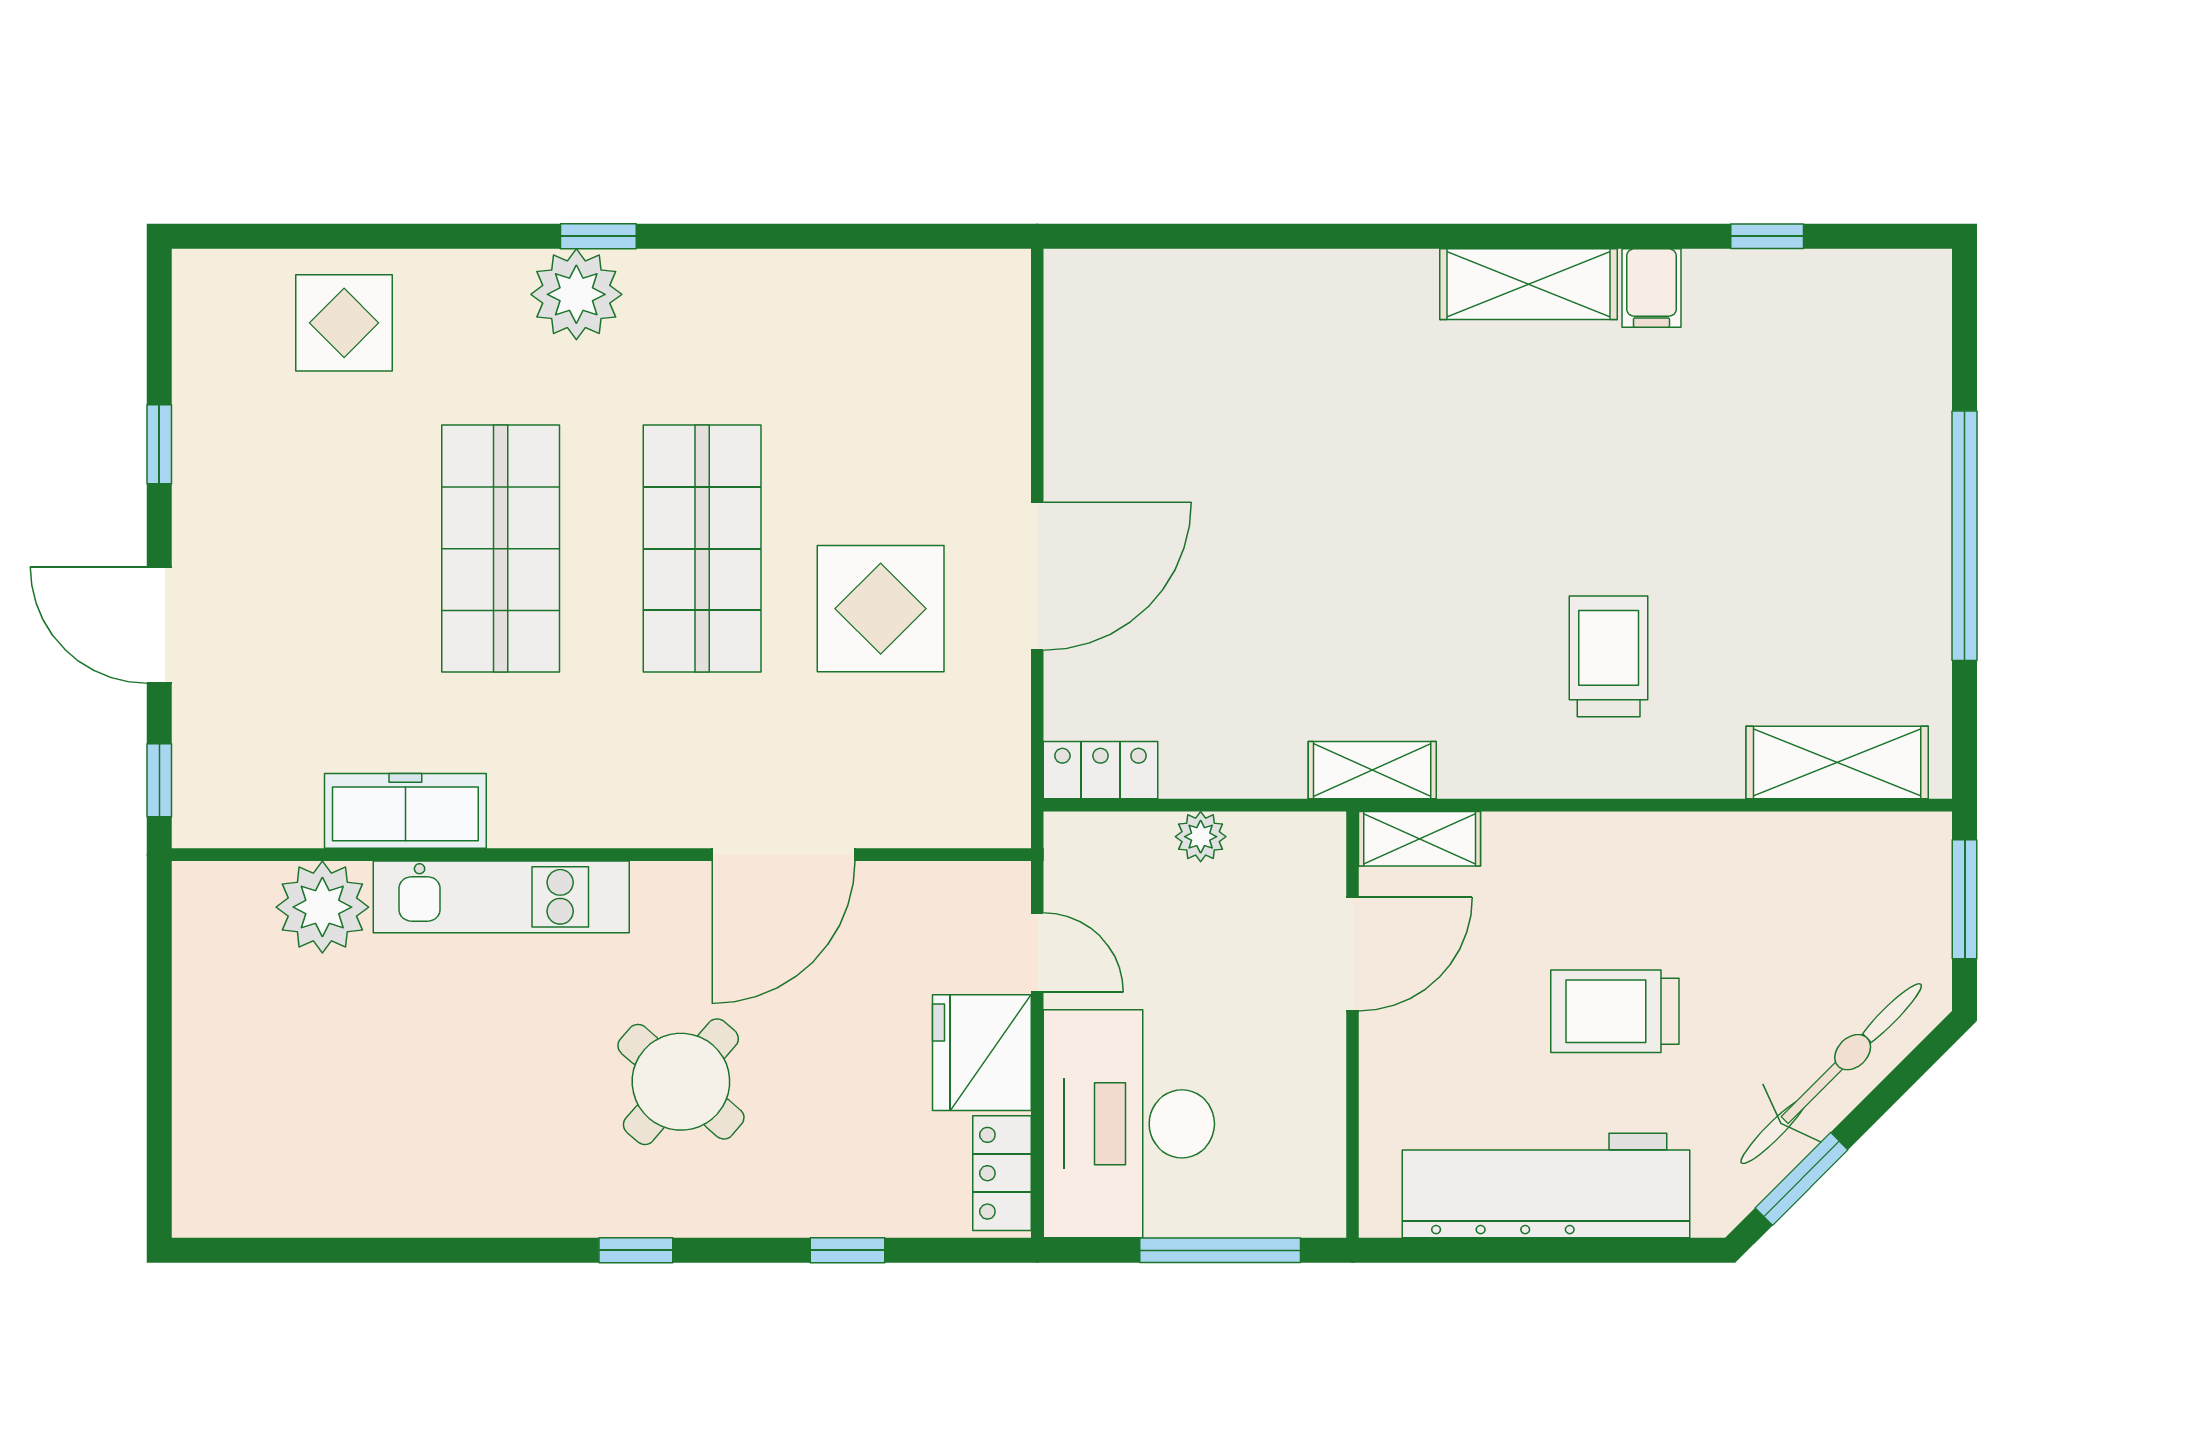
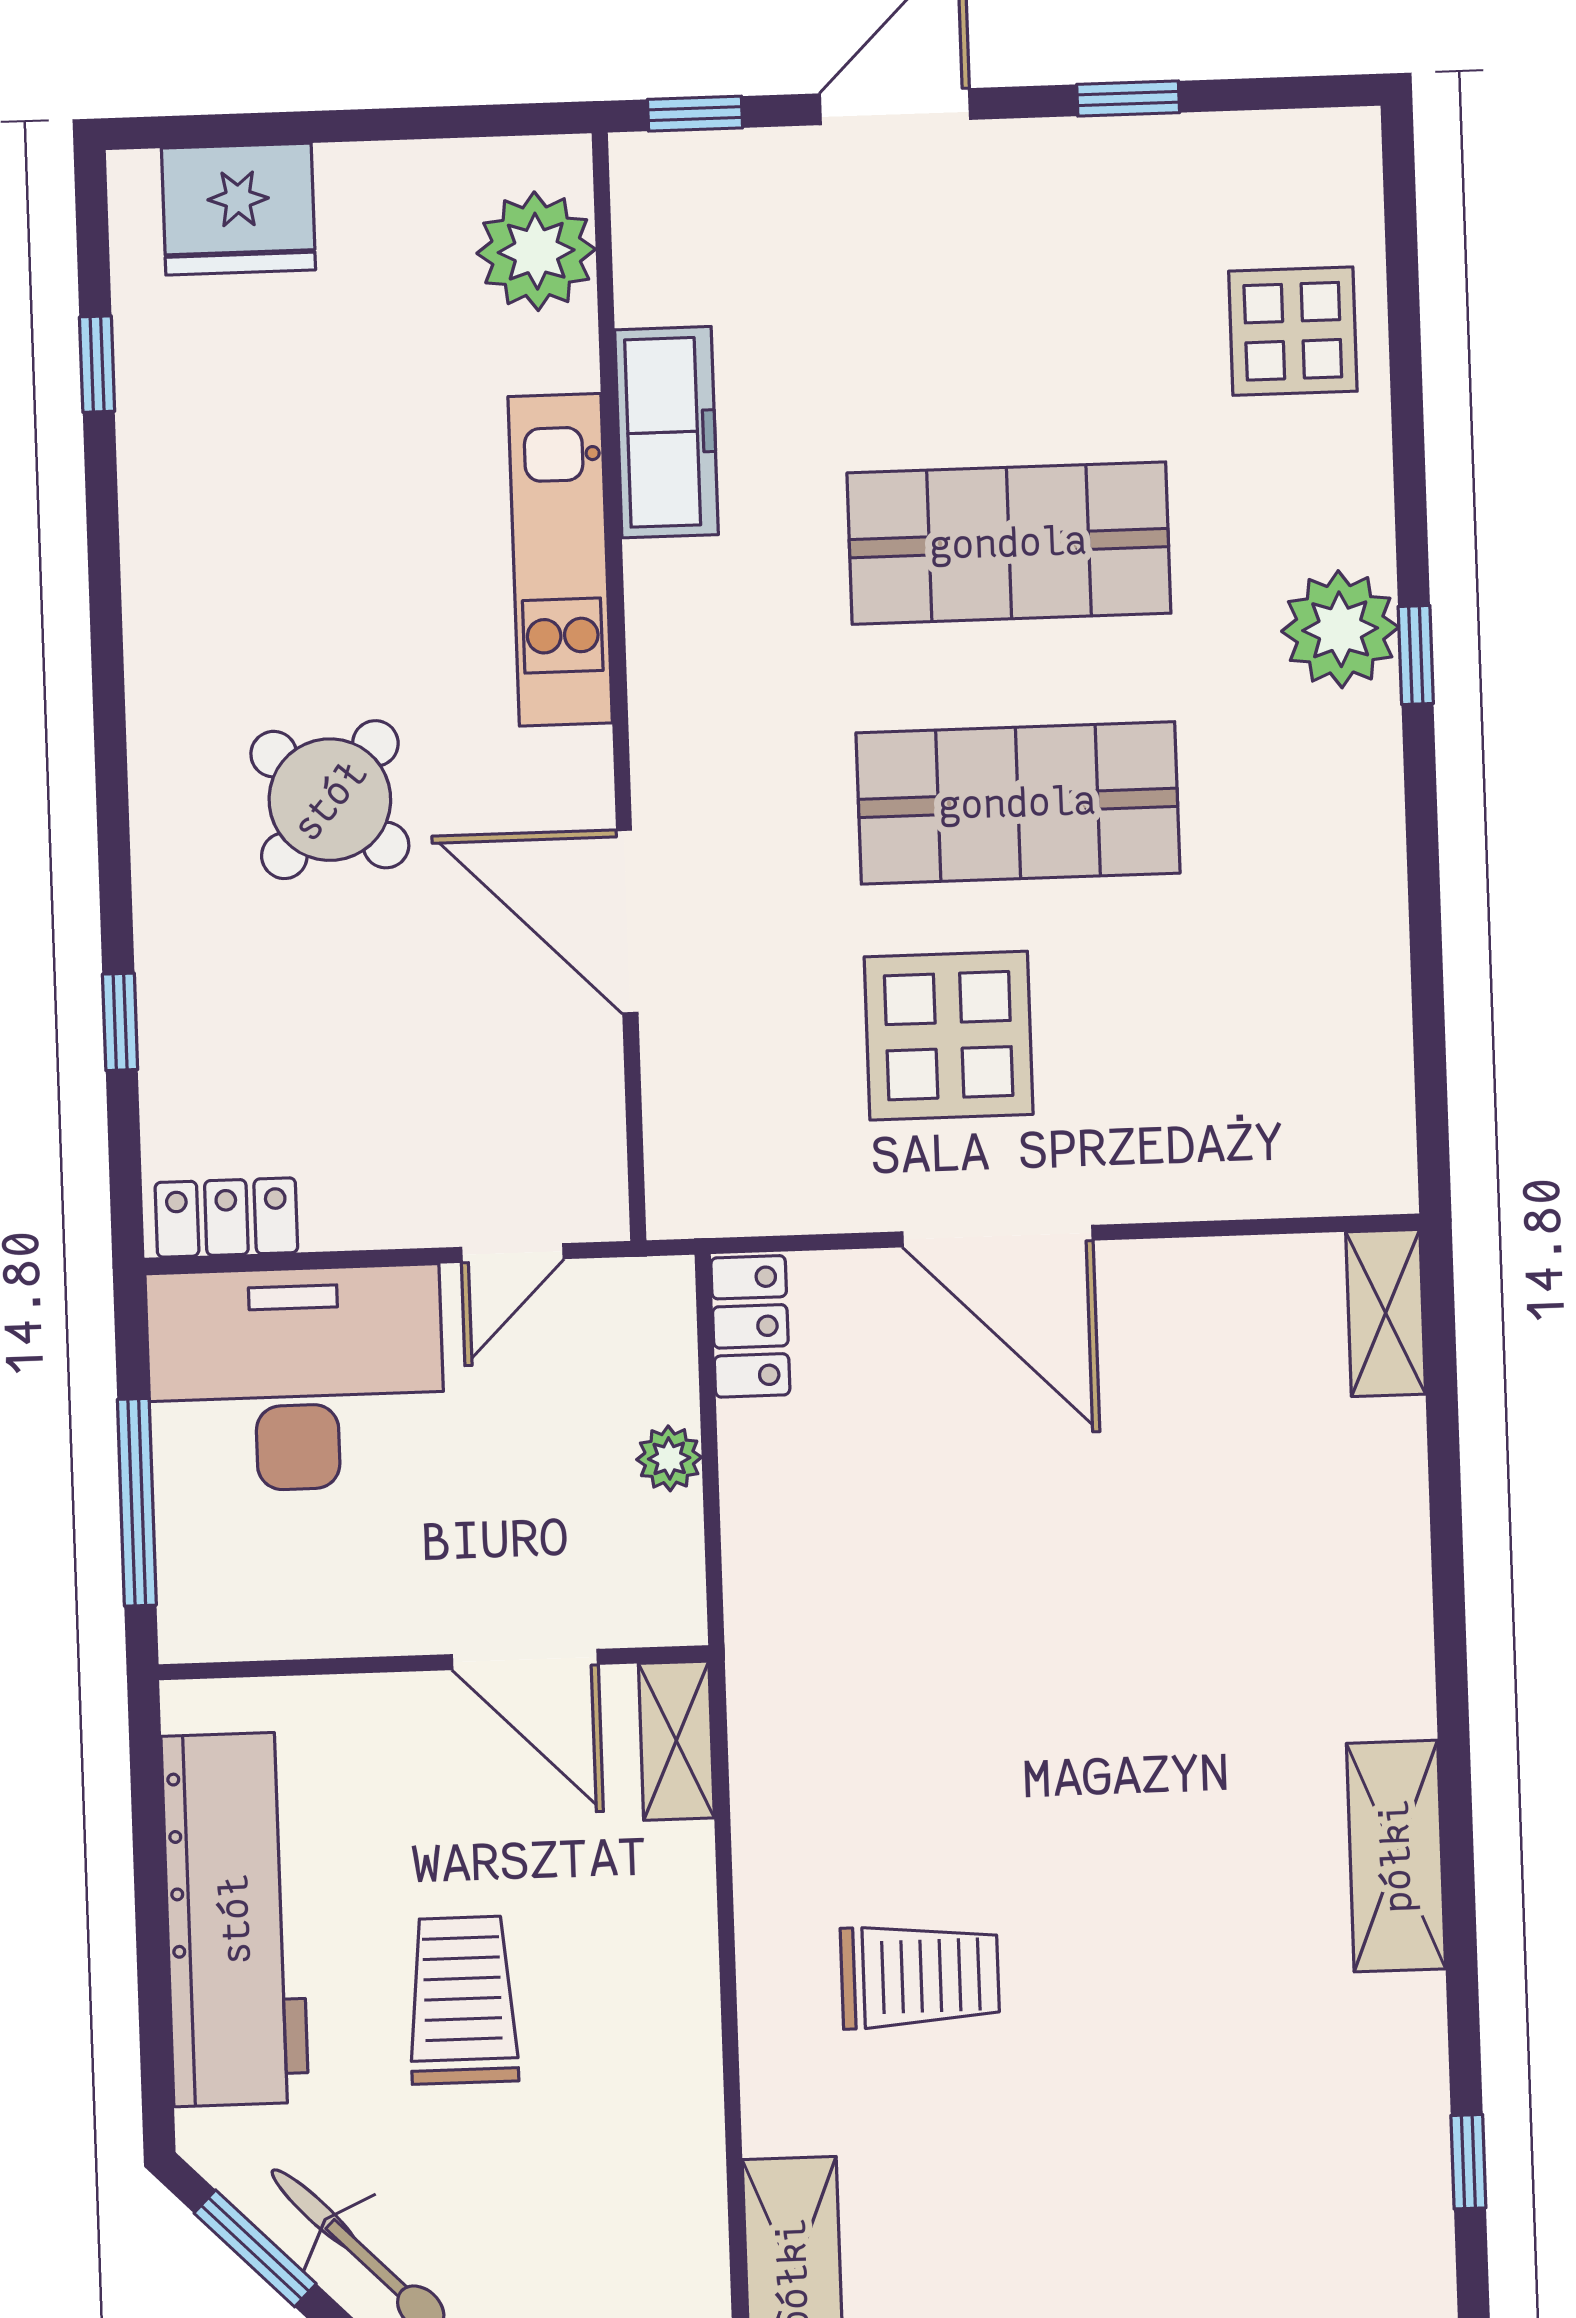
filing cabinet: (1651, 288) -> (1397, 2015), removed
shelving: (1372, 770) -> (1386, 1313), moved
plant: (322, 907) -> (536, 251), moved
fridge: (982, 1053) -> (238, 209), moved, turned 180
window: (636, 1250) -> (97, 364), moved

